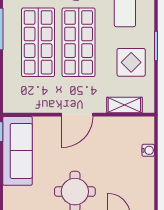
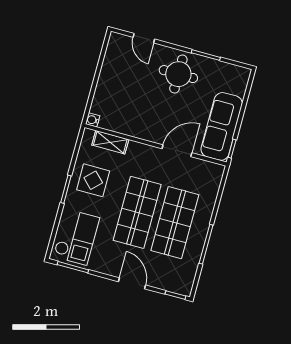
door: (77, 115) -> (177, 151), moved
water cooler: (148, 150) -> (93, 120), moved

